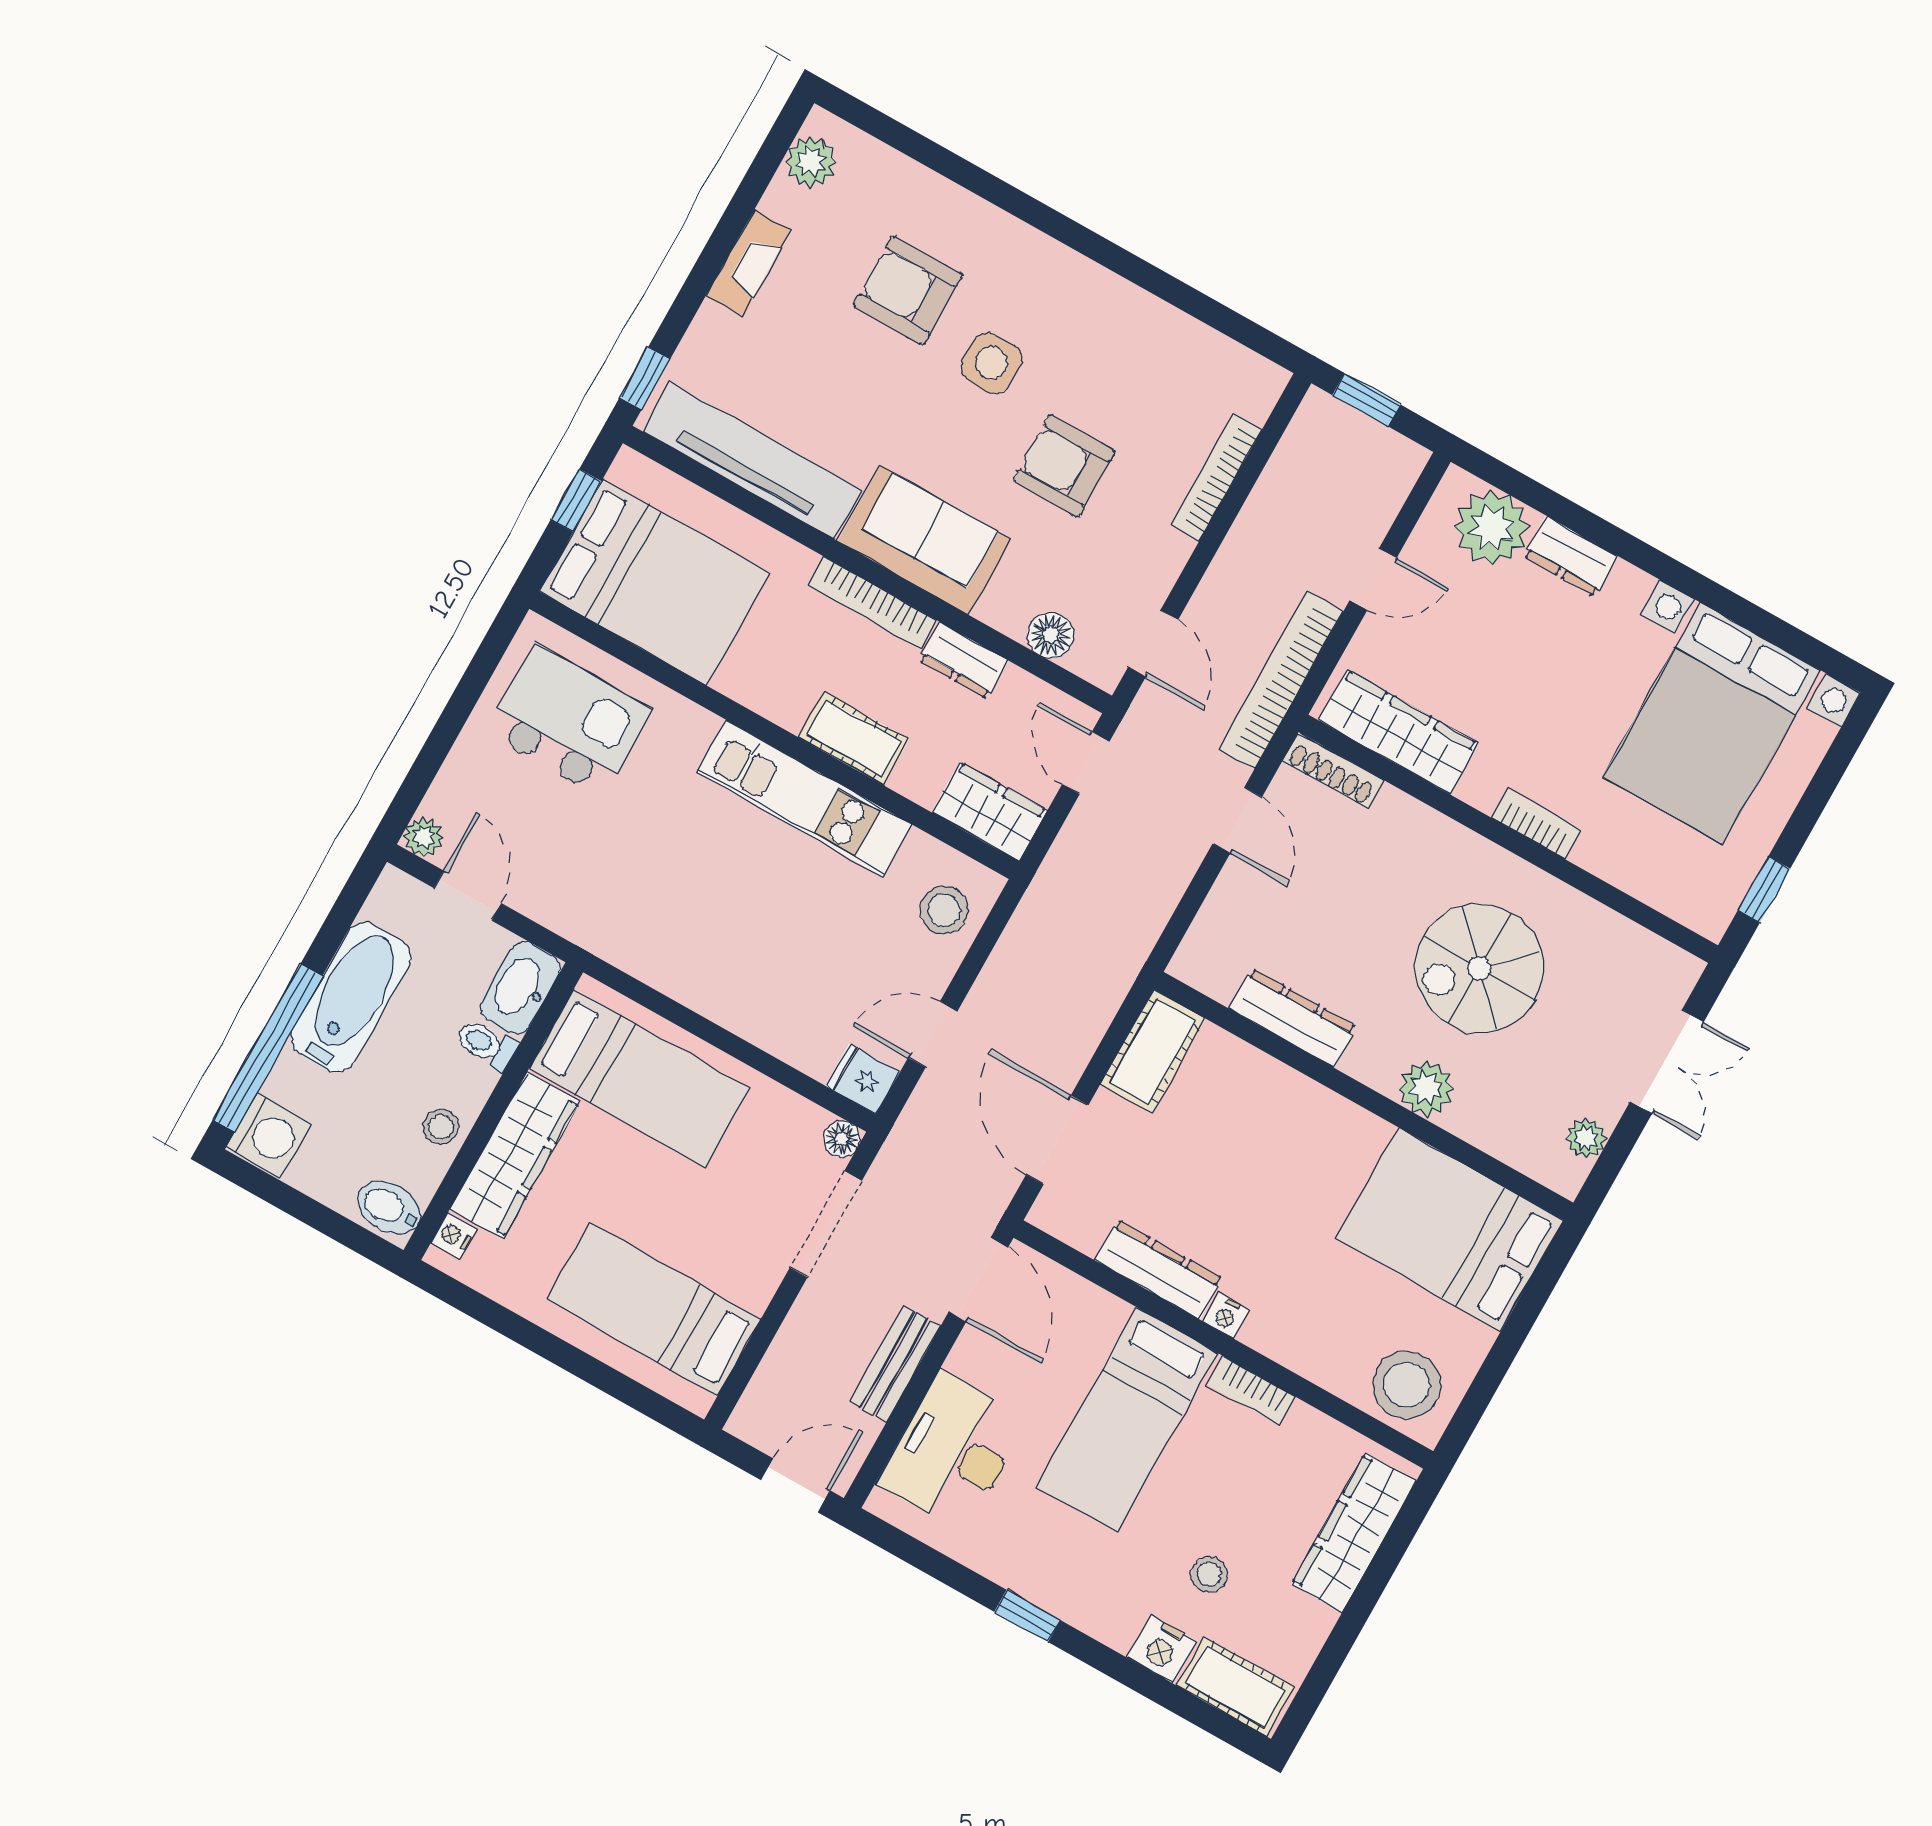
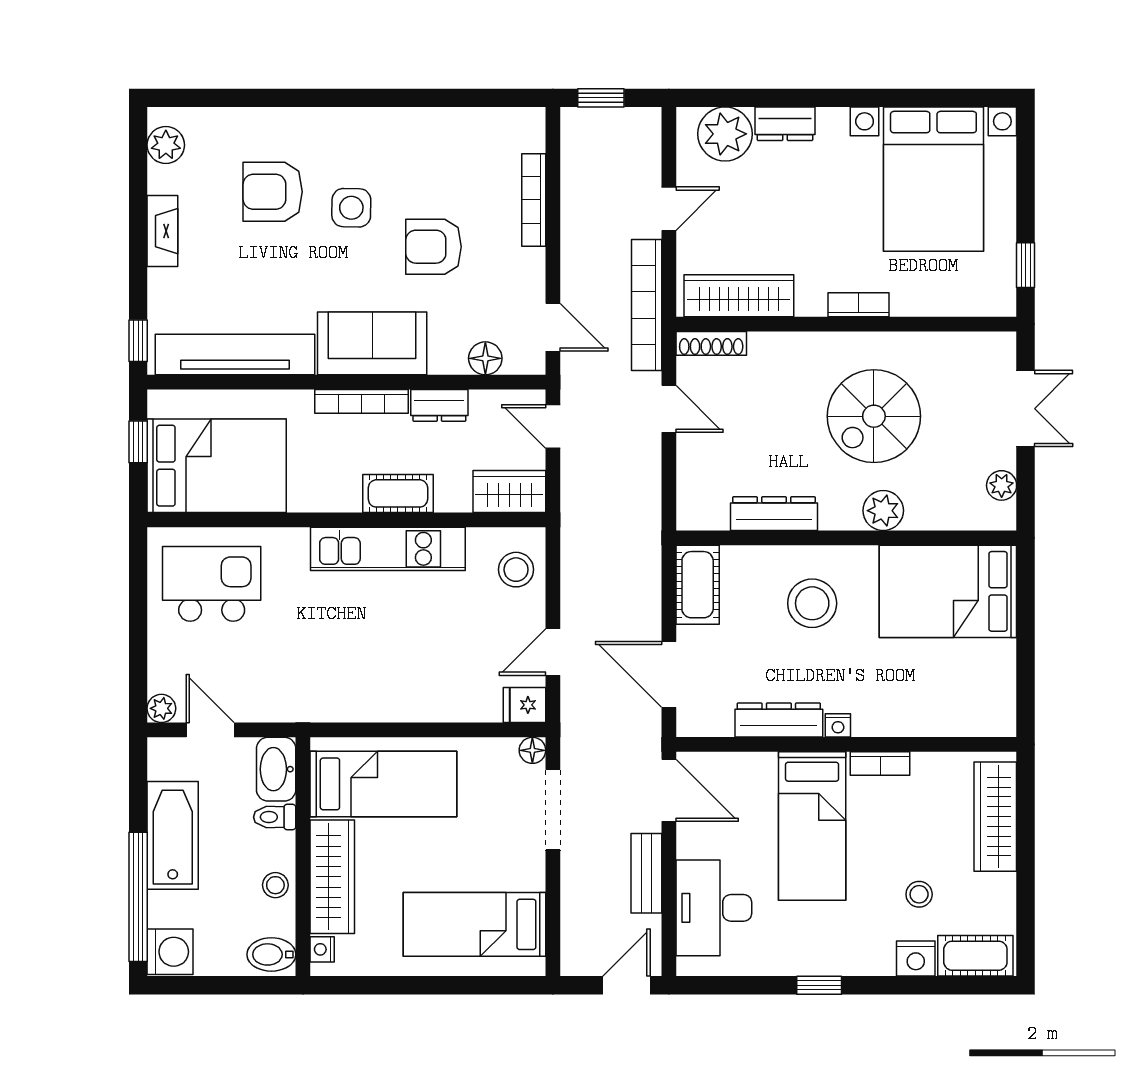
stool: (1407, 1385) -> (812, 603), moved

